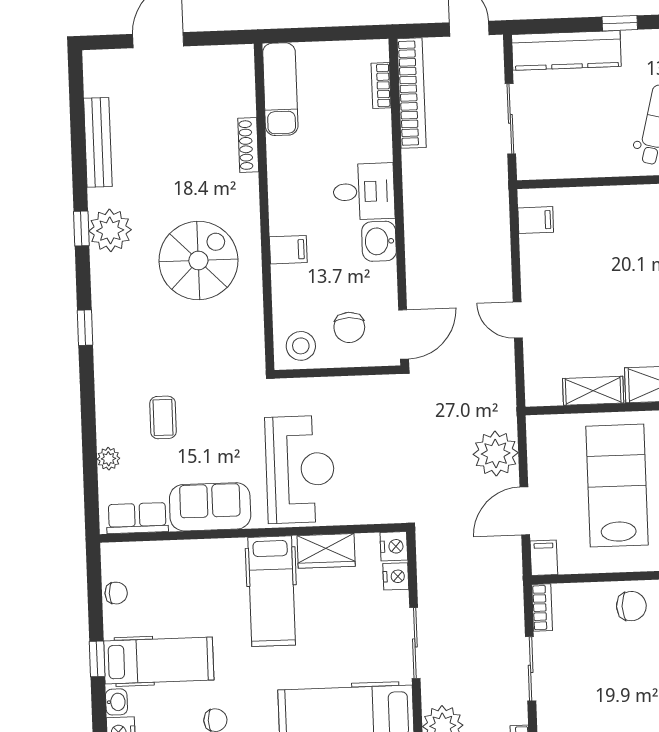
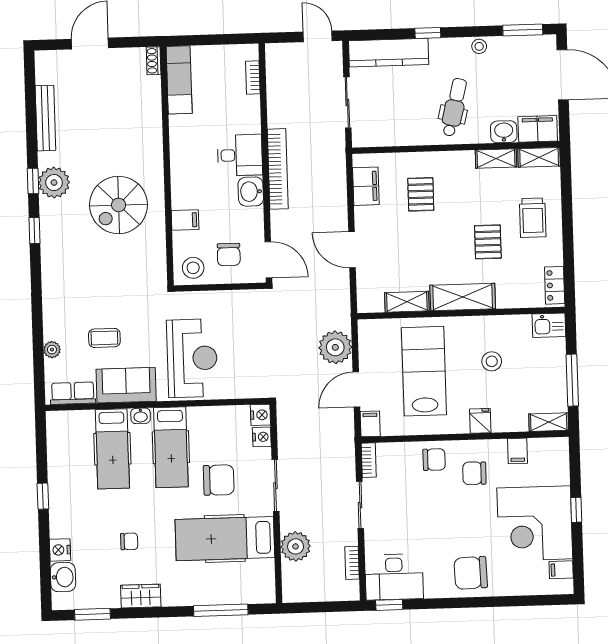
bookcase: (412, 93) -> (278, 169), moved
shoe rack: (248, 145) -> (154, 61), moved, width x0.70
filing cabinet: (536, 220) -> (366, 186), width x2.00
pallet: (611, 244) -> (421, 194), added
filing cabinet: (288, 250) -> (185, 220), moved
spiral stairs: (198, 260) -> (119, 205), turned 180
door: (518, 320) -> (352, 250), width x1.38
window: (85, 328) -> (35, 231), moved
door: (404, 334) -> (268, 260), hinge flipped
coffee table: (163, 417) -> (104, 338), moved, turned 90
wardrobe: (326, 551) -> (211, 418), removed
chair: (116, 593) -> (219, 480), moved, width x1.87, depth x1.87
hospital bed: (159, 660) -> (112, 449), moved, turned 90
washbasin: (116, 702) -> (141, 416), moved, turned 90

